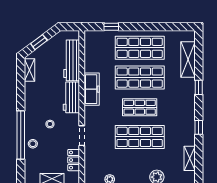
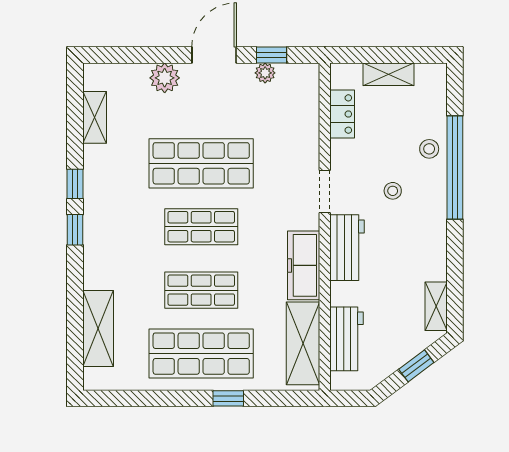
window: (111, 27) -> (228, 398), moved
shelving: (92, 53) -> (303, 343), added
workbench: (72, 60) -> (346, 339), width x0.73
shop shelf: (140, 78) -> (201, 290), width x0.70, depth x0.74
window: (199, 87) -> (75, 230), moved
doorway: (82, 136) -> (325, 192), moved

